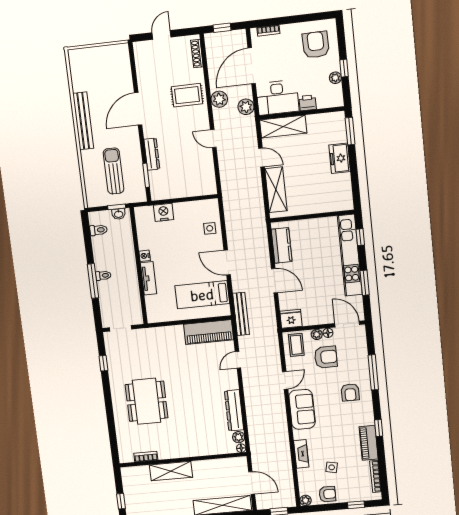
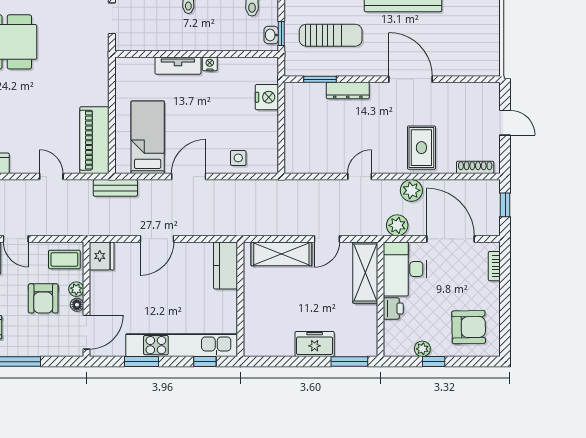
kitchen counter: (282, 245) -> (226, 265), moved, turned 90
bench: (241, 314) -> (115, 188), width x0.73

